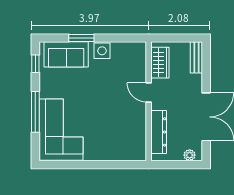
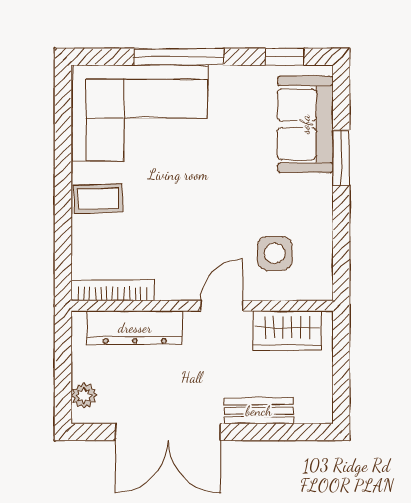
side table: (102, 51) -> (275, 253), moved
bench: (196, 57) -> (259, 411), moved
bookcase: (142, 142) -> (112, 290), added
coffee table: (100, 149) -> (98, 199), added

